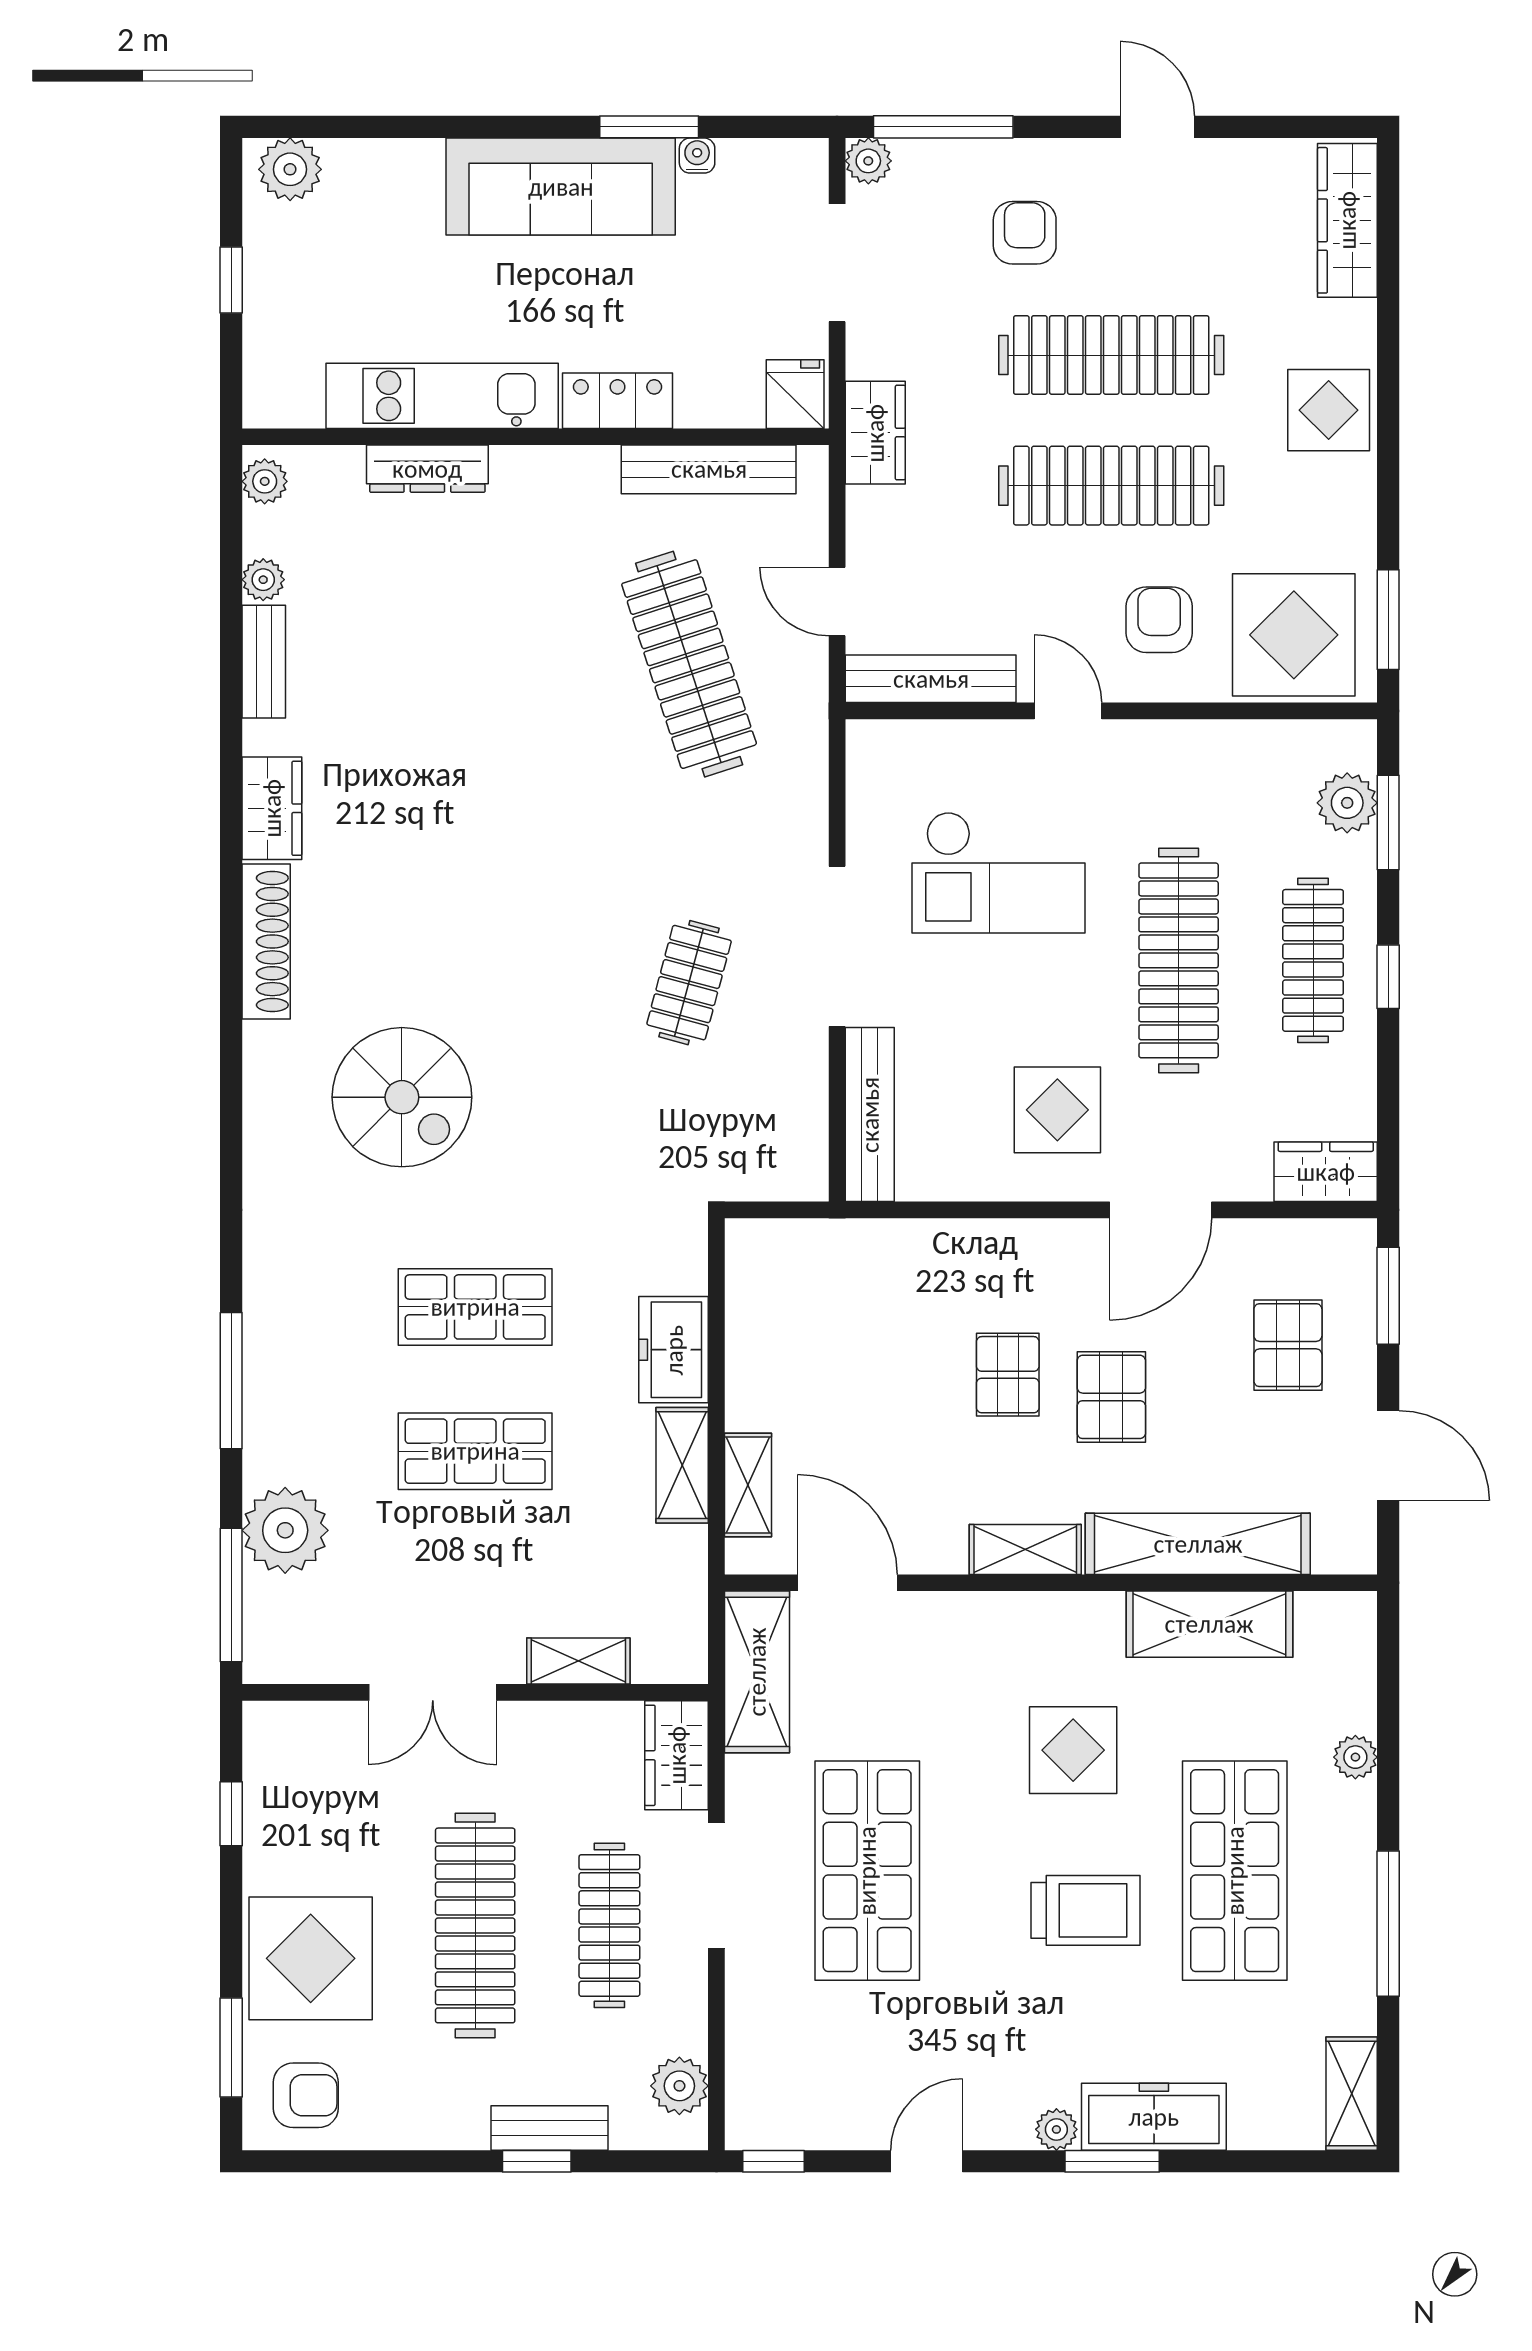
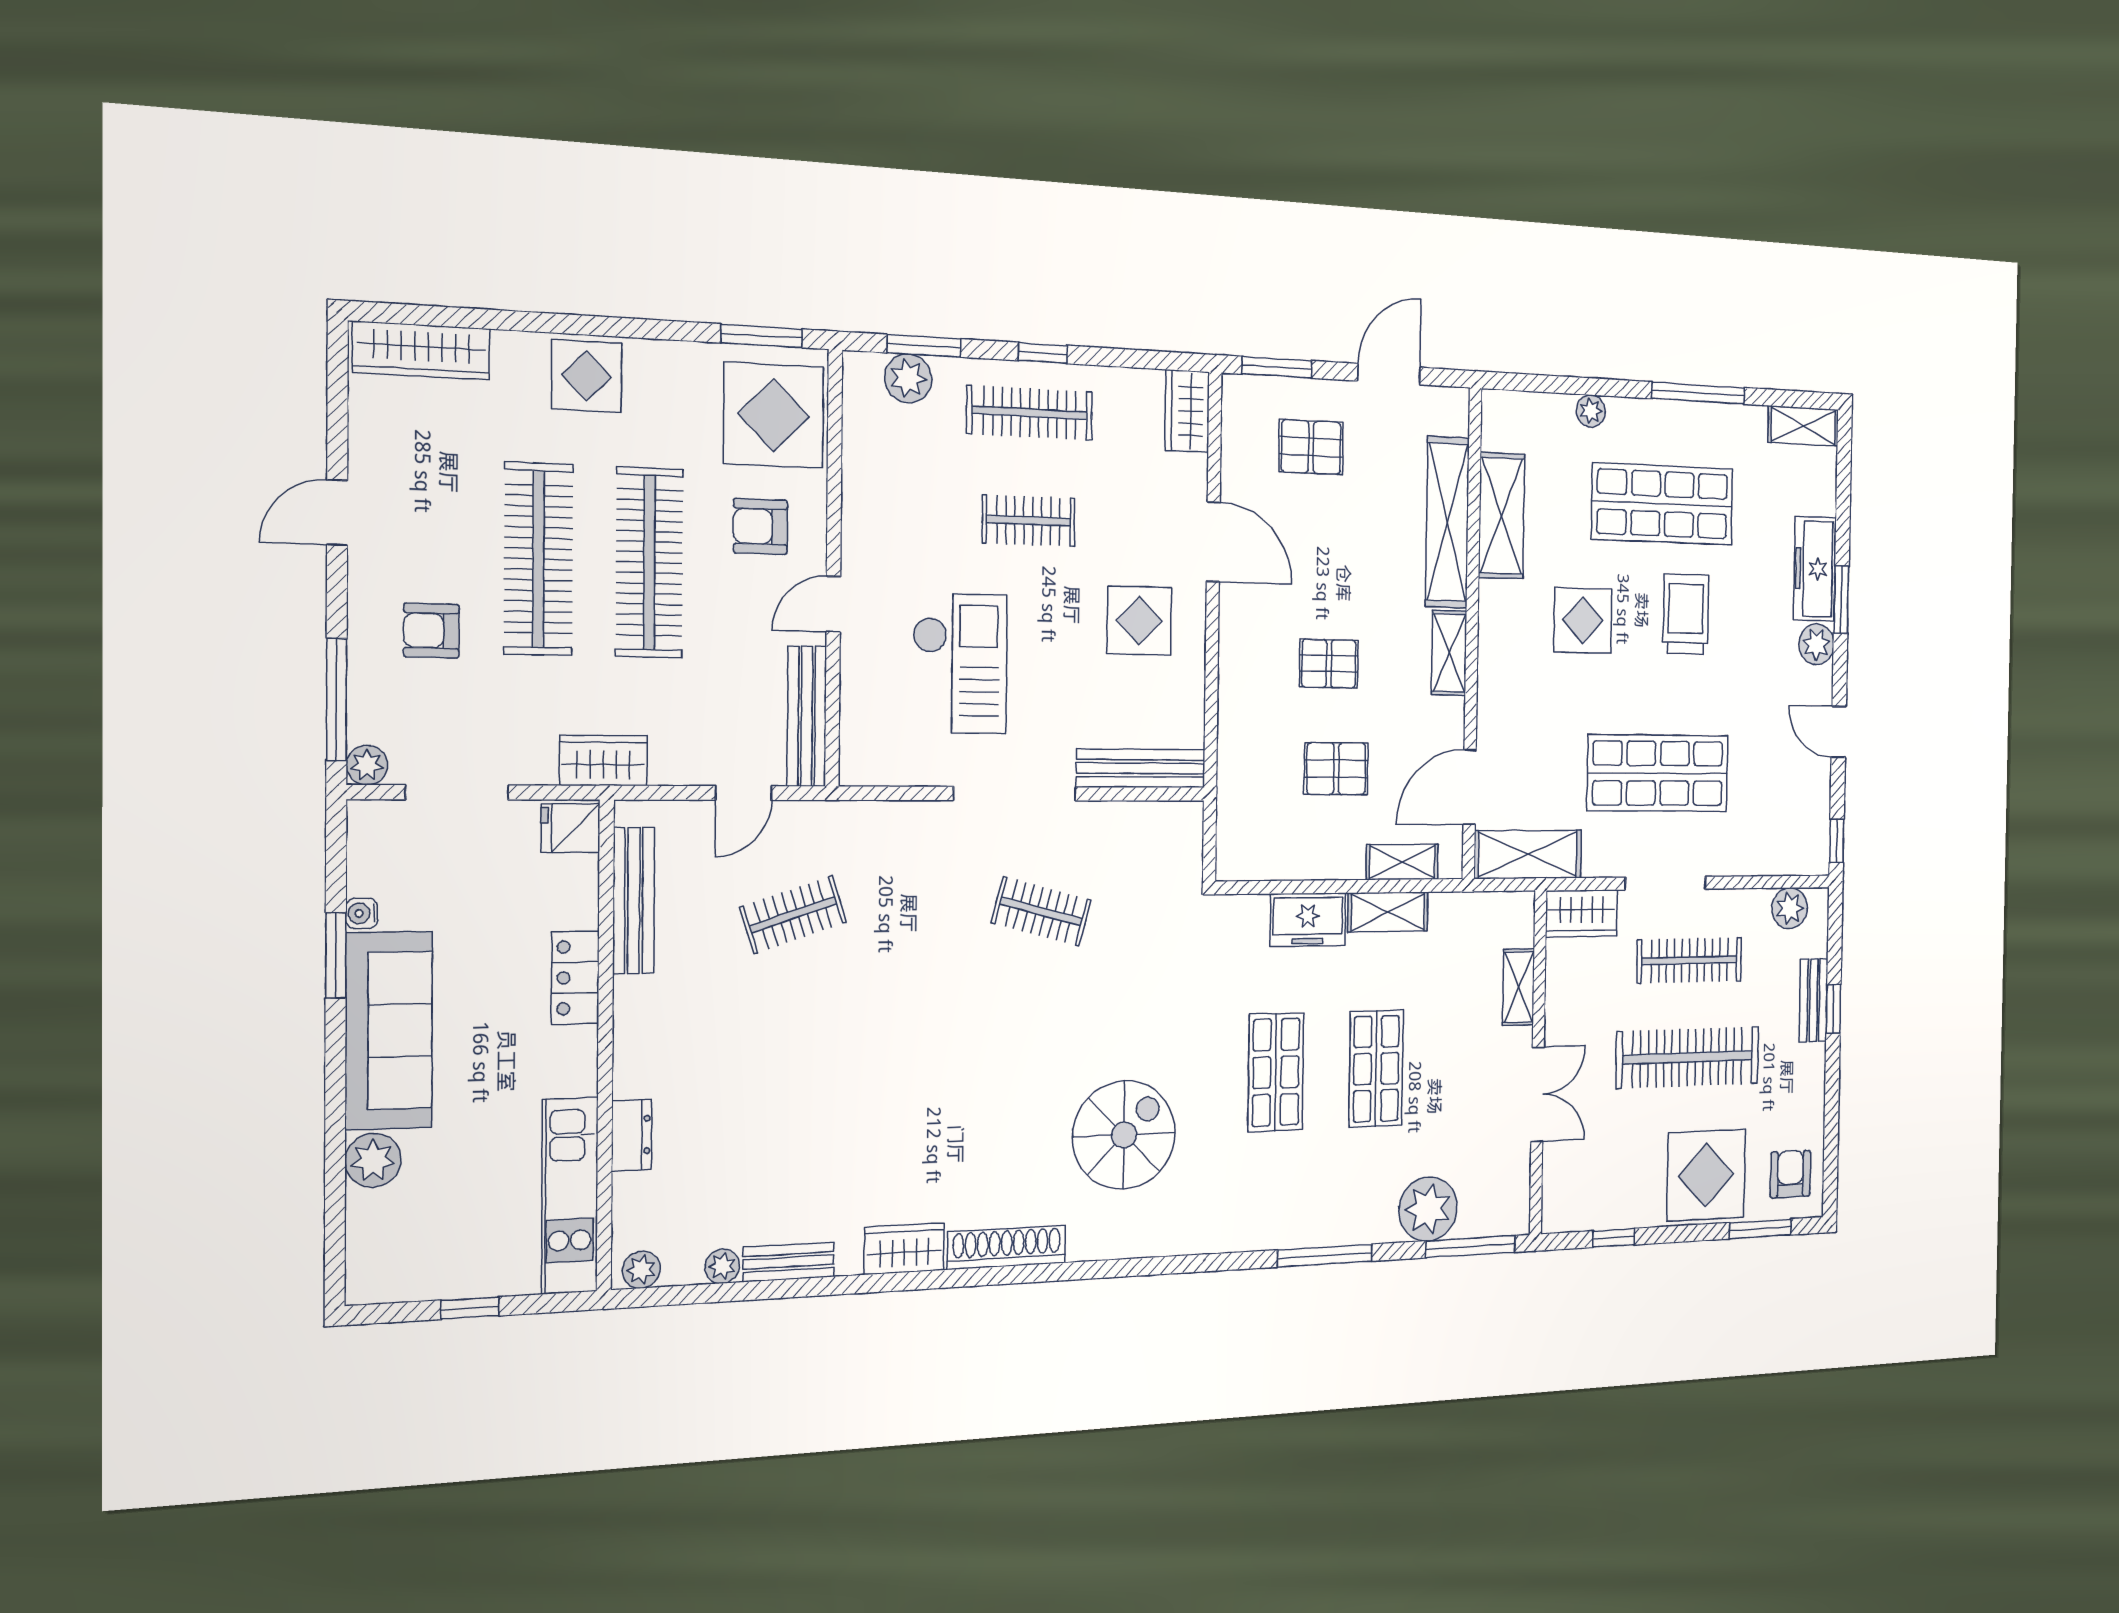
plant: (290, 169) -> (373, 1160), moved
kitchen unit: (442, 396) -> (570, 1196), moved
dresser: (427, 469) -> (632, 1135), width x0.70
clothes rail: (689, 664) -> (793, 915), width x0.54, depth x0.76
clothes rail: (1179, 960) -> (1029, 521), width x0.54, depth x0.76
pallet: (1111, 1397) -> (1336, 769), moved
plant: (1056, 2129) -> (1816, 644), width x1.38, depth x1.38

